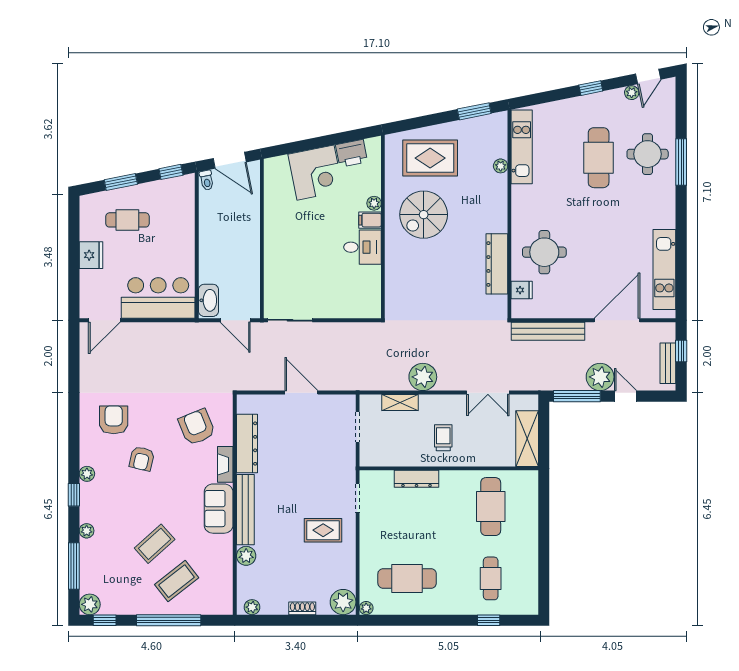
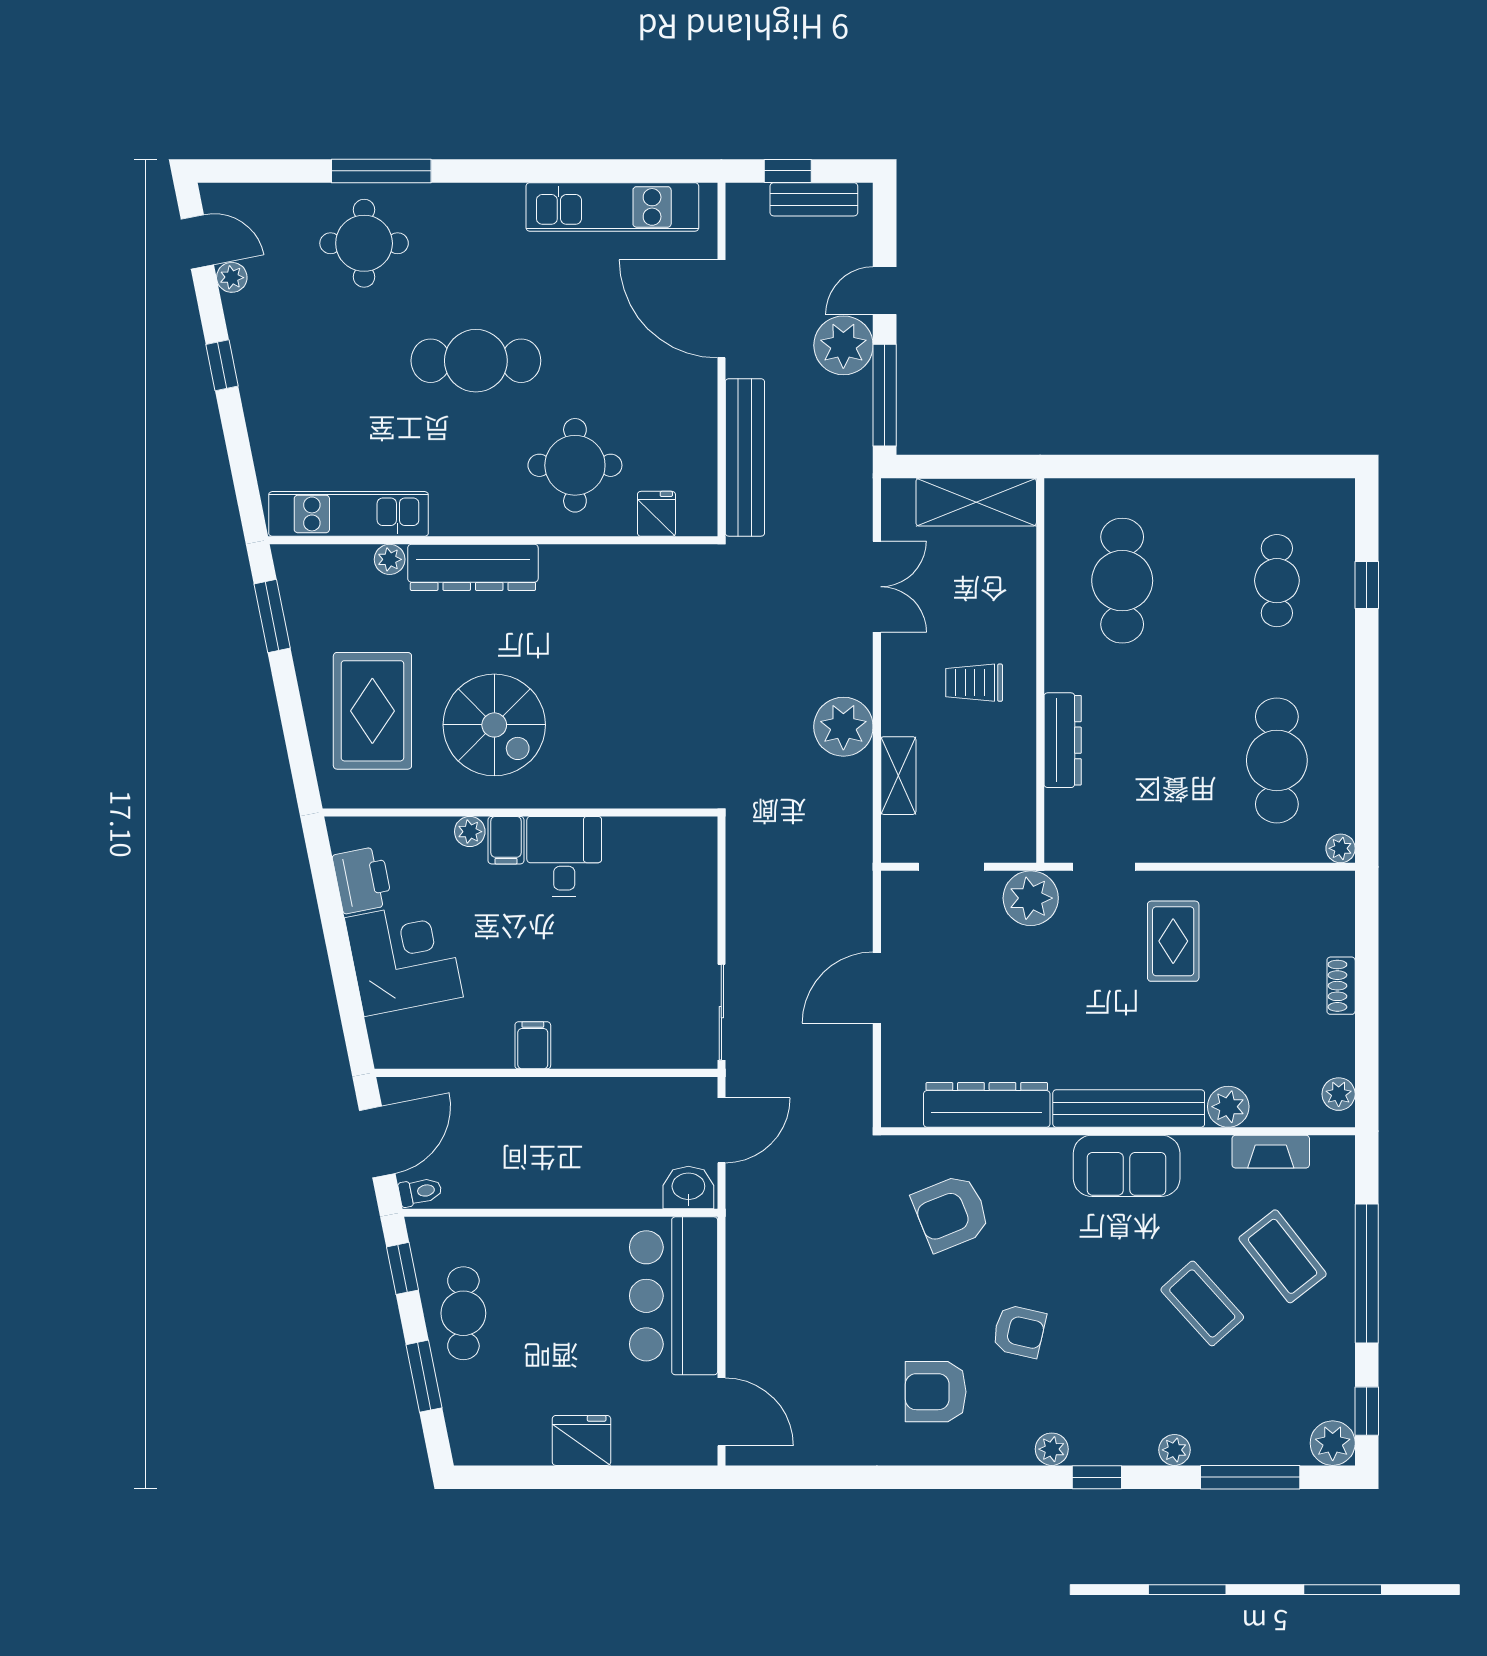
cafe table: (599, 158) -> (476, 361), moved
cafe table: (127, 220) -> (463, 1313), moved
filing cabinet: (275, 233) -> (533, 1045), added
dresser: (497, 264) -> (473, 567), moved
washbasin: (209, 300) -> (688, 1188), width x0.72
fireplace: (225, 464) -> (1271, 1152), moved
cafe table: (491, 507) -> (1122, 581), turned 90
cafe table: (491, 578) -> (1277, 581), turned 90
plant: (343, 602) -> (1031, 898), moved

